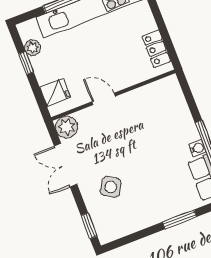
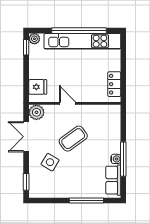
plant: (33, 48) -> (34, 39), moved
window: (26, 63) -> (26, 47), moved
coffee table: (130, 143) -> (73, 139), added
window: (180, 219) -> (86, 200), width x1.44

